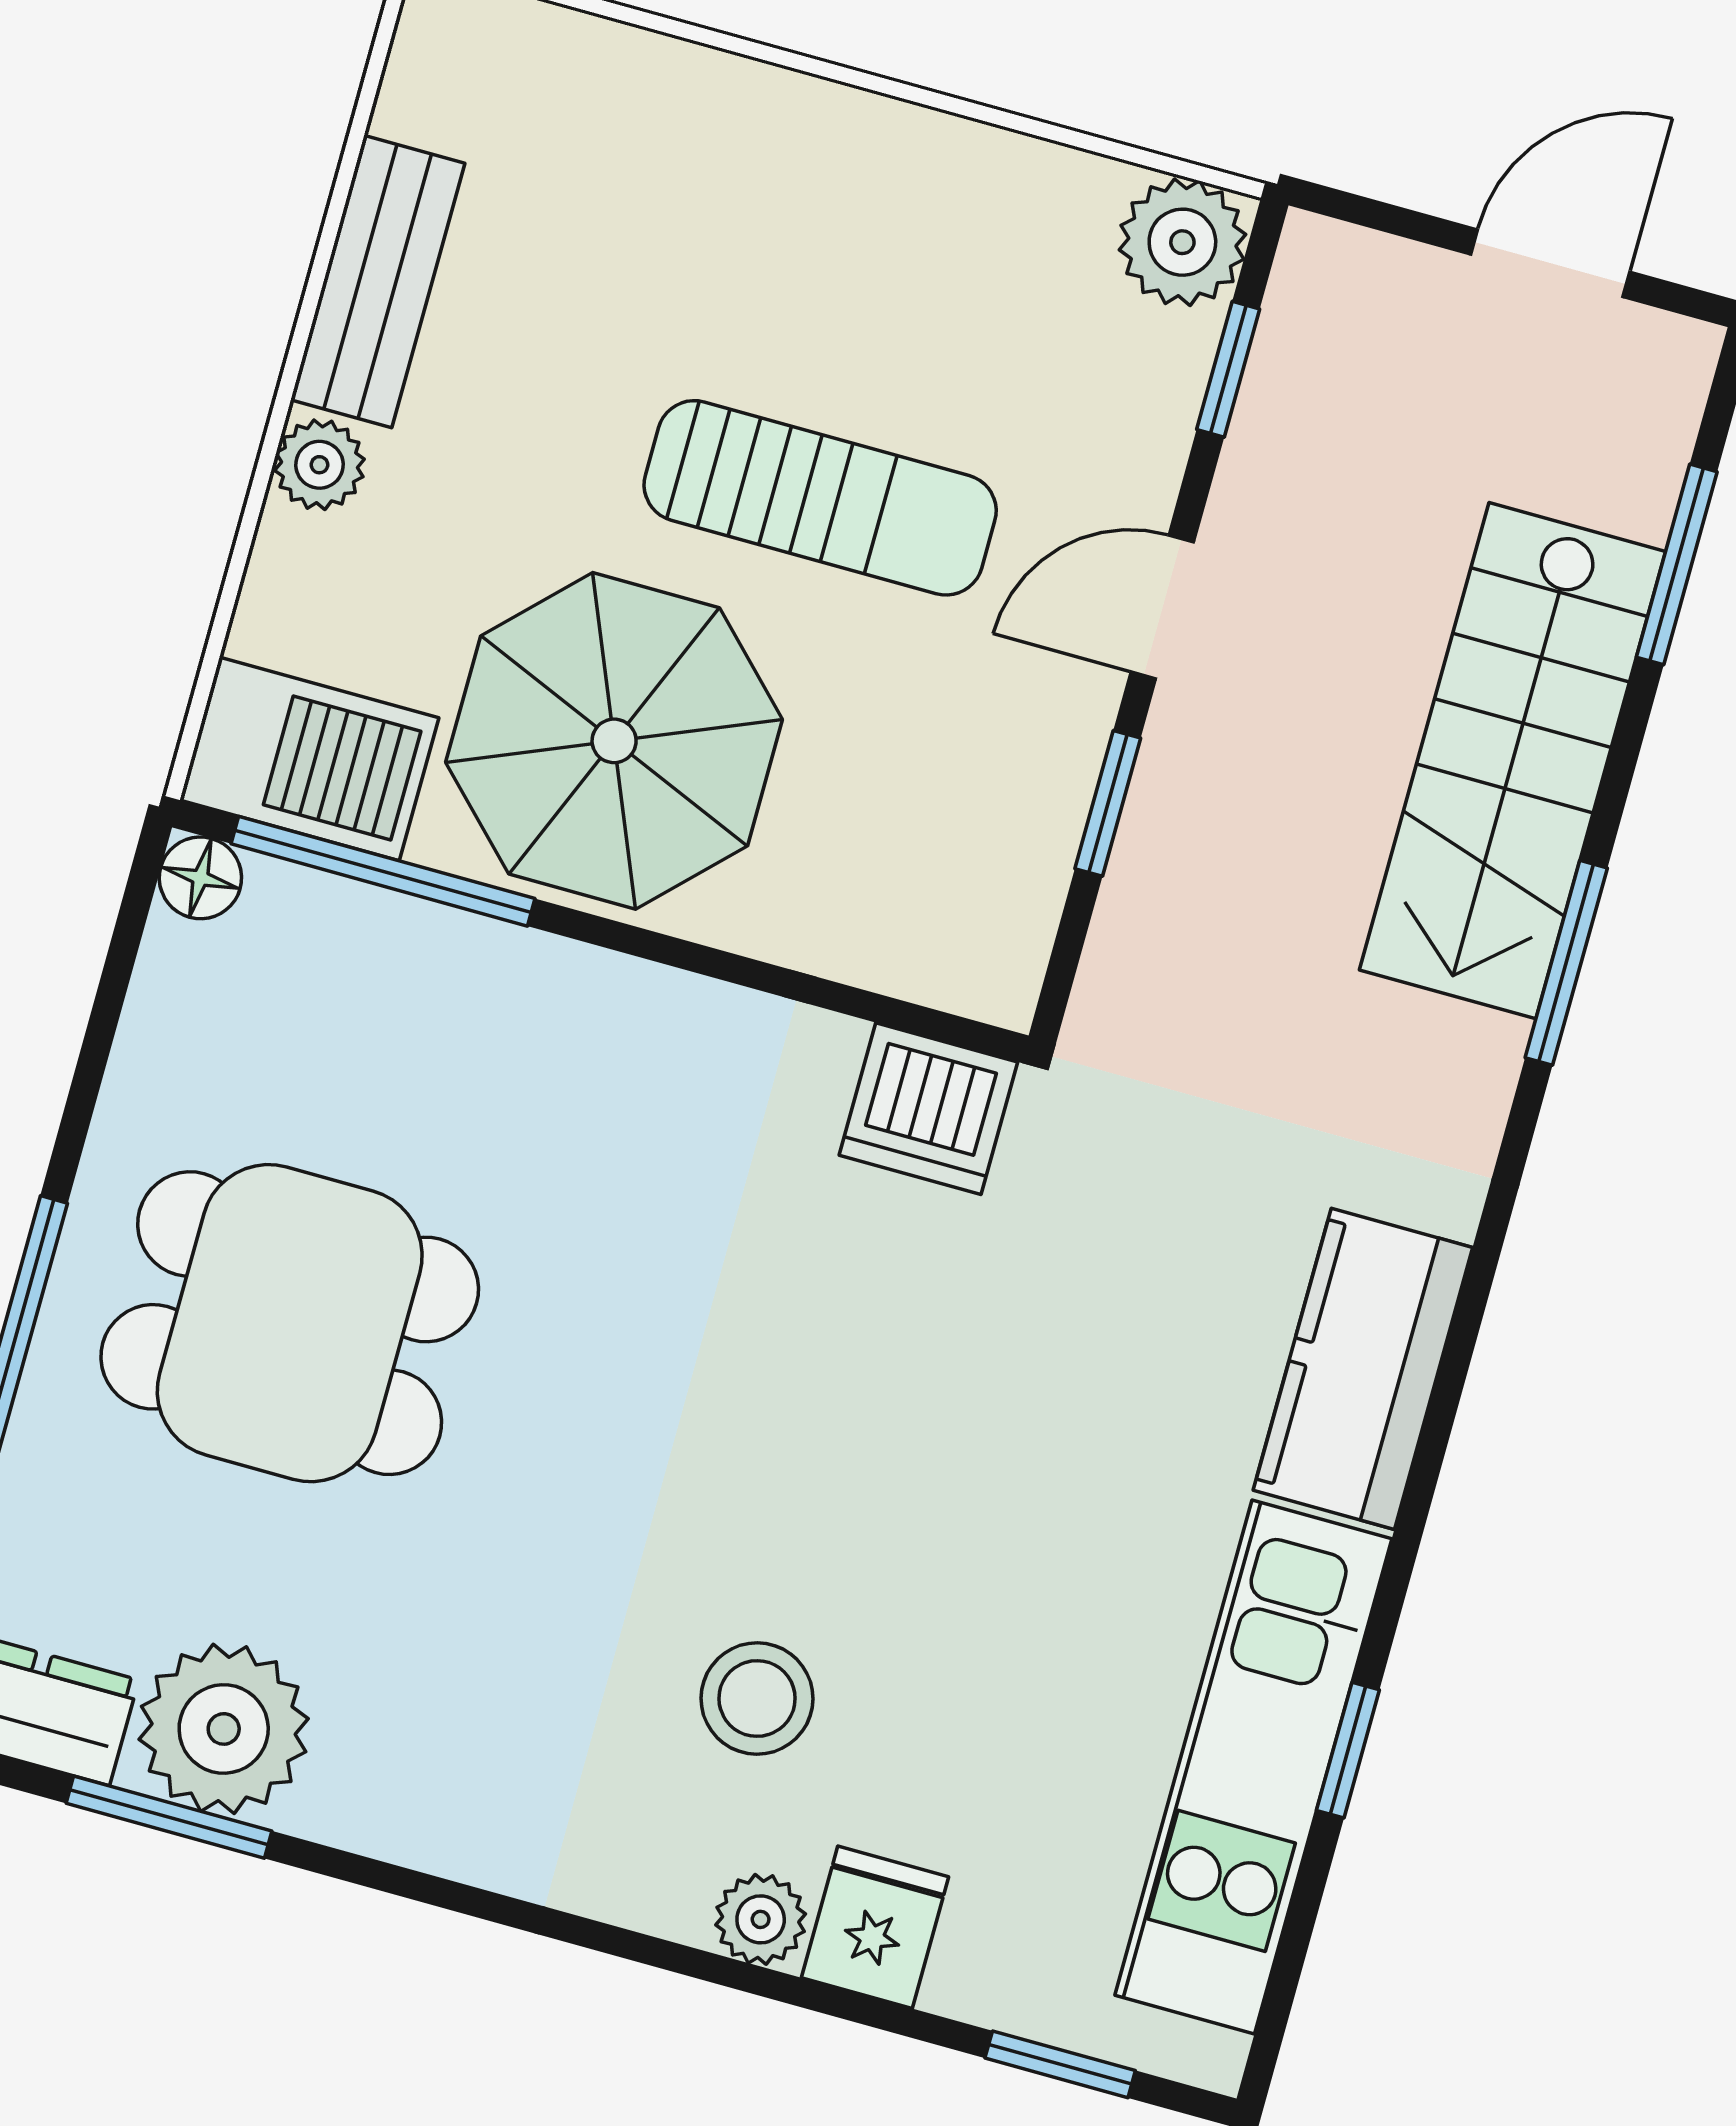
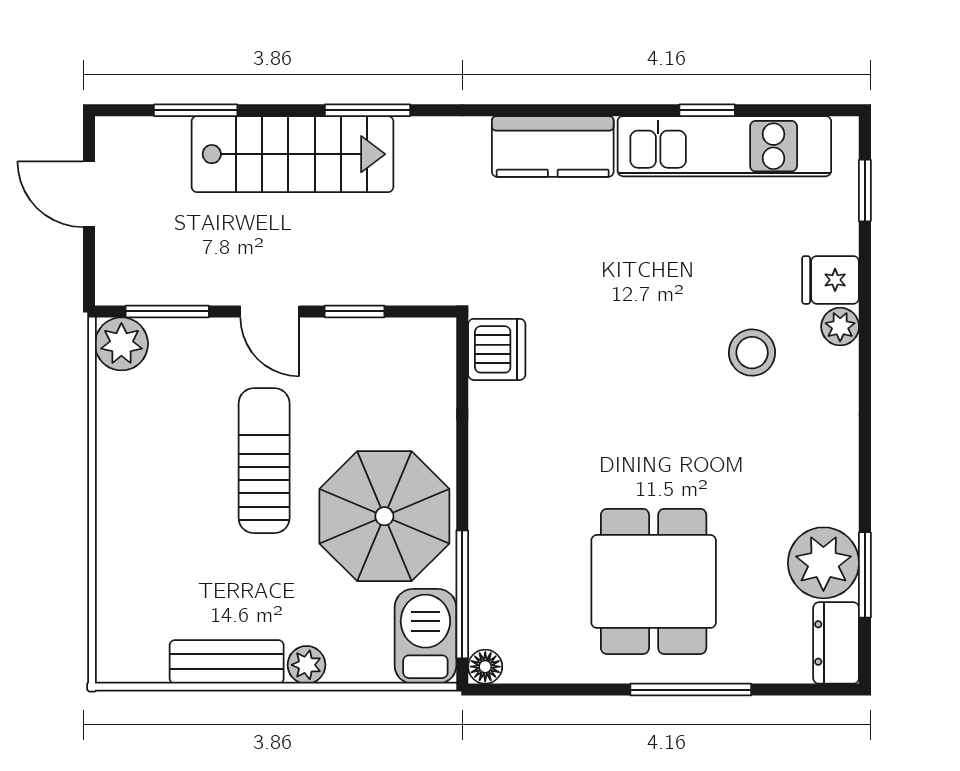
window: (1228, 369) -> (167, 311), width x1.50

